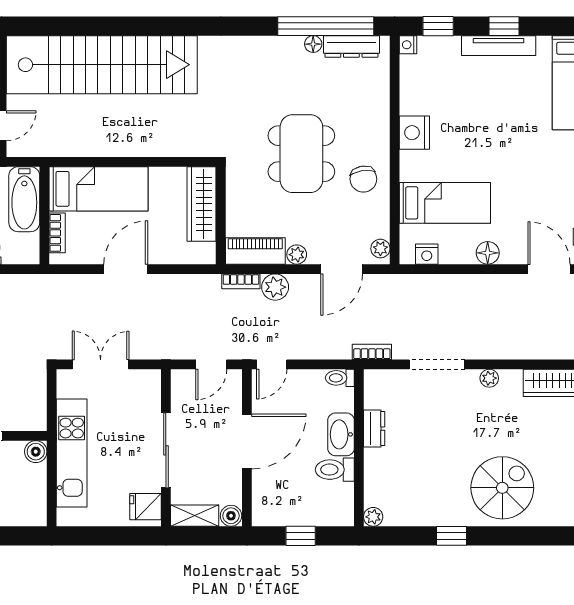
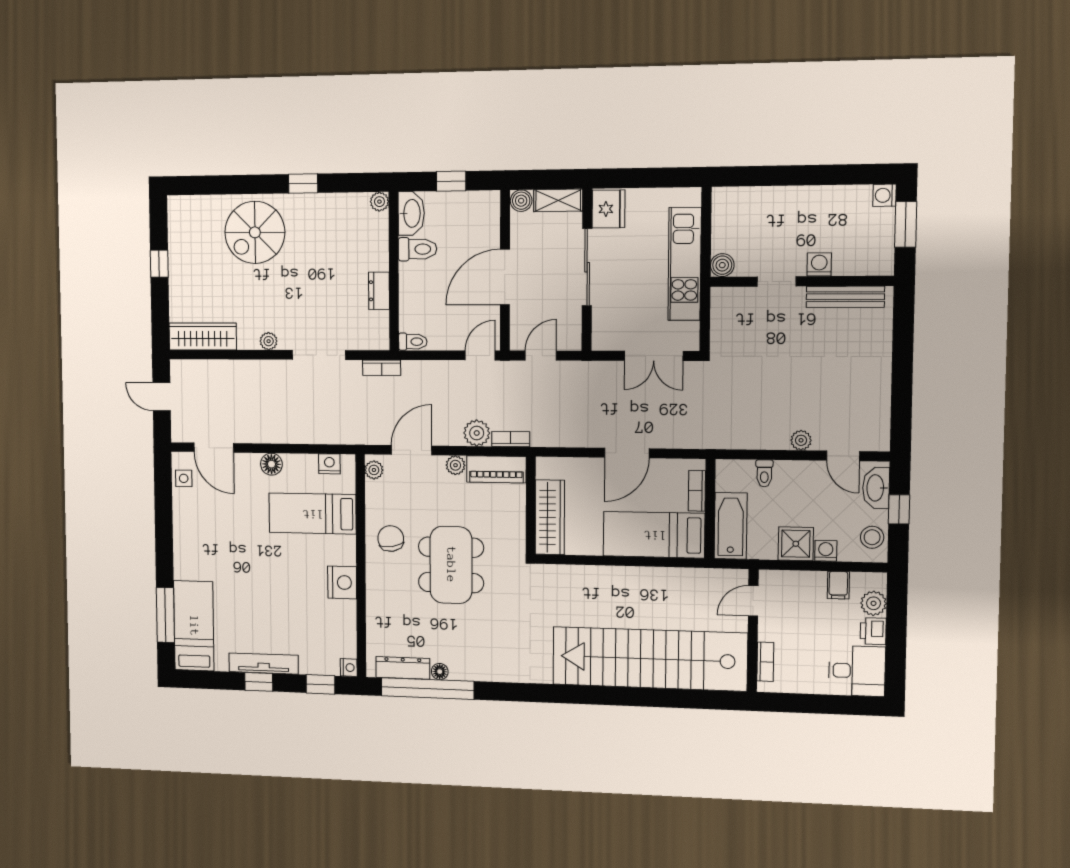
washbasin: (341, 434) -> (411, 213), moved
fridge: (145, 507) -> (608, 209), width x1.38

